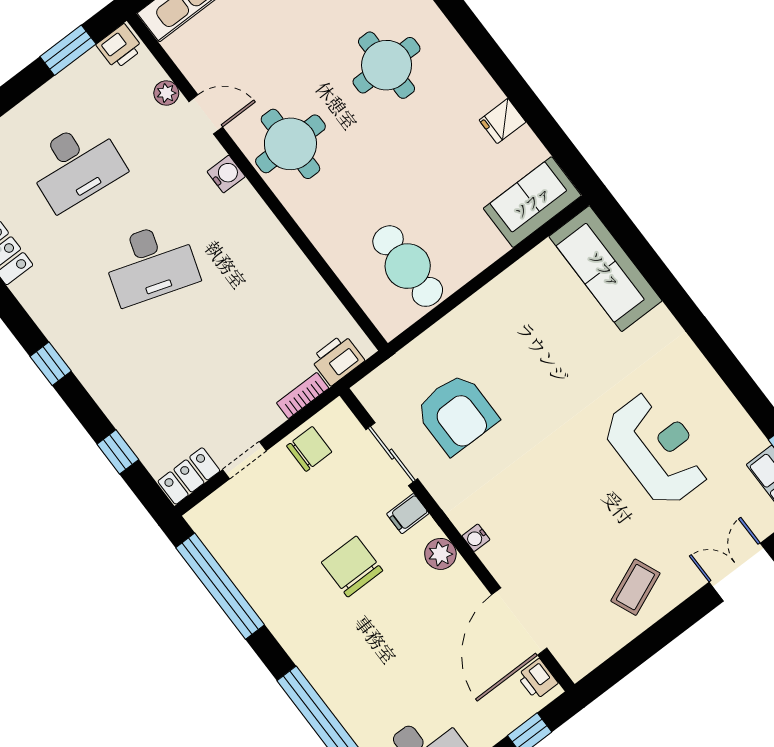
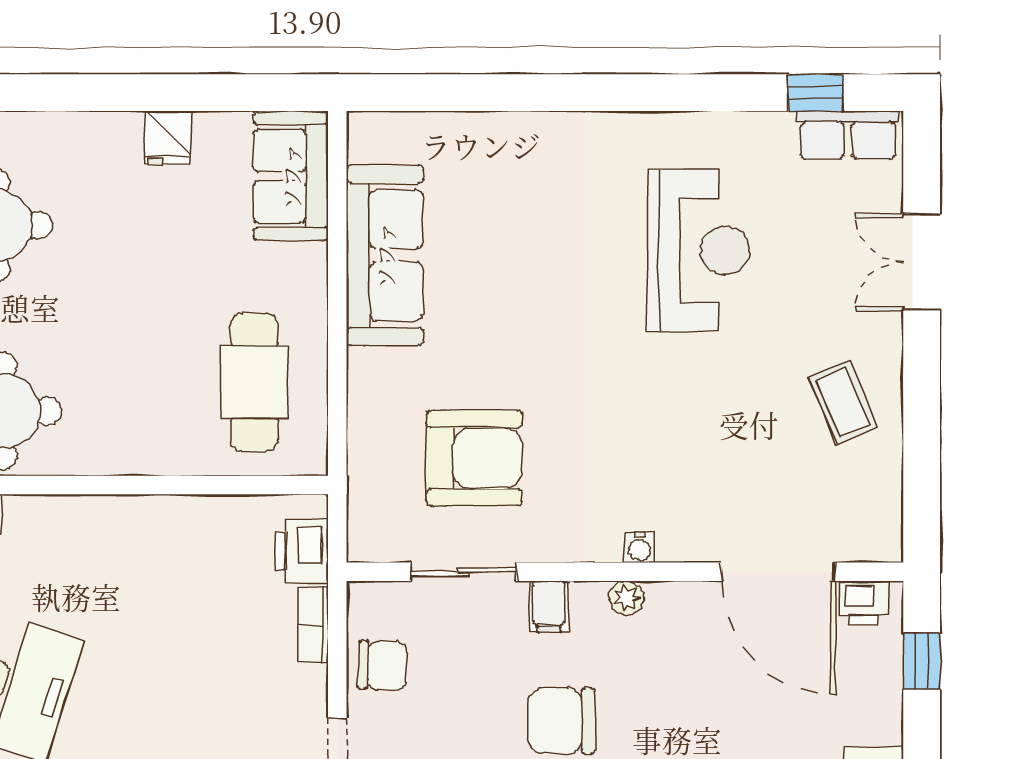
cafe table: (408, 266) -> (254, 382), turned 90
sofa: (605, 269) -> (385, 255), moved, turned -90
chair: (309, 449) -> (383, 665), turned 92
reception desk: (658, 449) -> (698, 250), turned 90
plant: (440, 554) -> (627, 598), width x0.73, depth x0.73

